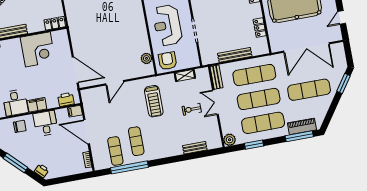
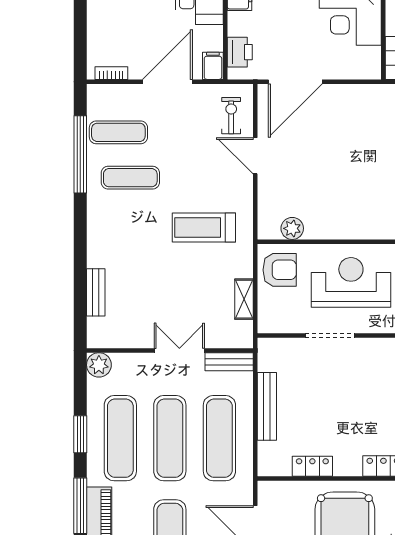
exercise bike: (192, 109) -> (231, 116), moved
window: (254, 145) -> (80, 434), moved

